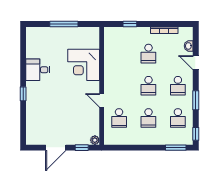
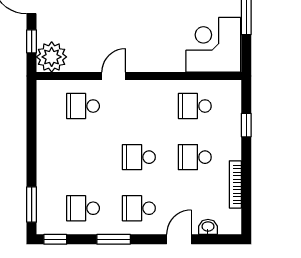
corner desk: (84, 65) -> (213, 45), moved
school desk: (148, 118) -> (195, 106), moved
plant: (95, 140) -> (52, 57), width x1.88, depth x1.88

